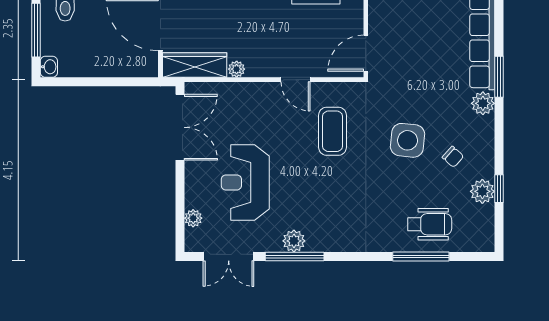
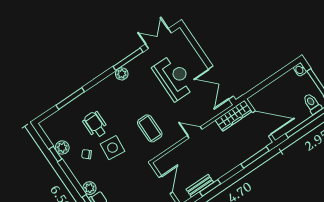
door: (366, 53) -> (166, 185), moved
plant: (237, 69) -> (213, 127), removed
door: (296, 80) -> (195, 132), moved
plant: (193, 218) -> (187, 45), removed
wheelchair: (430, 224) -> (95, 125), moved, turned 90
plant: (294, 241) -> (122, 74), moved

